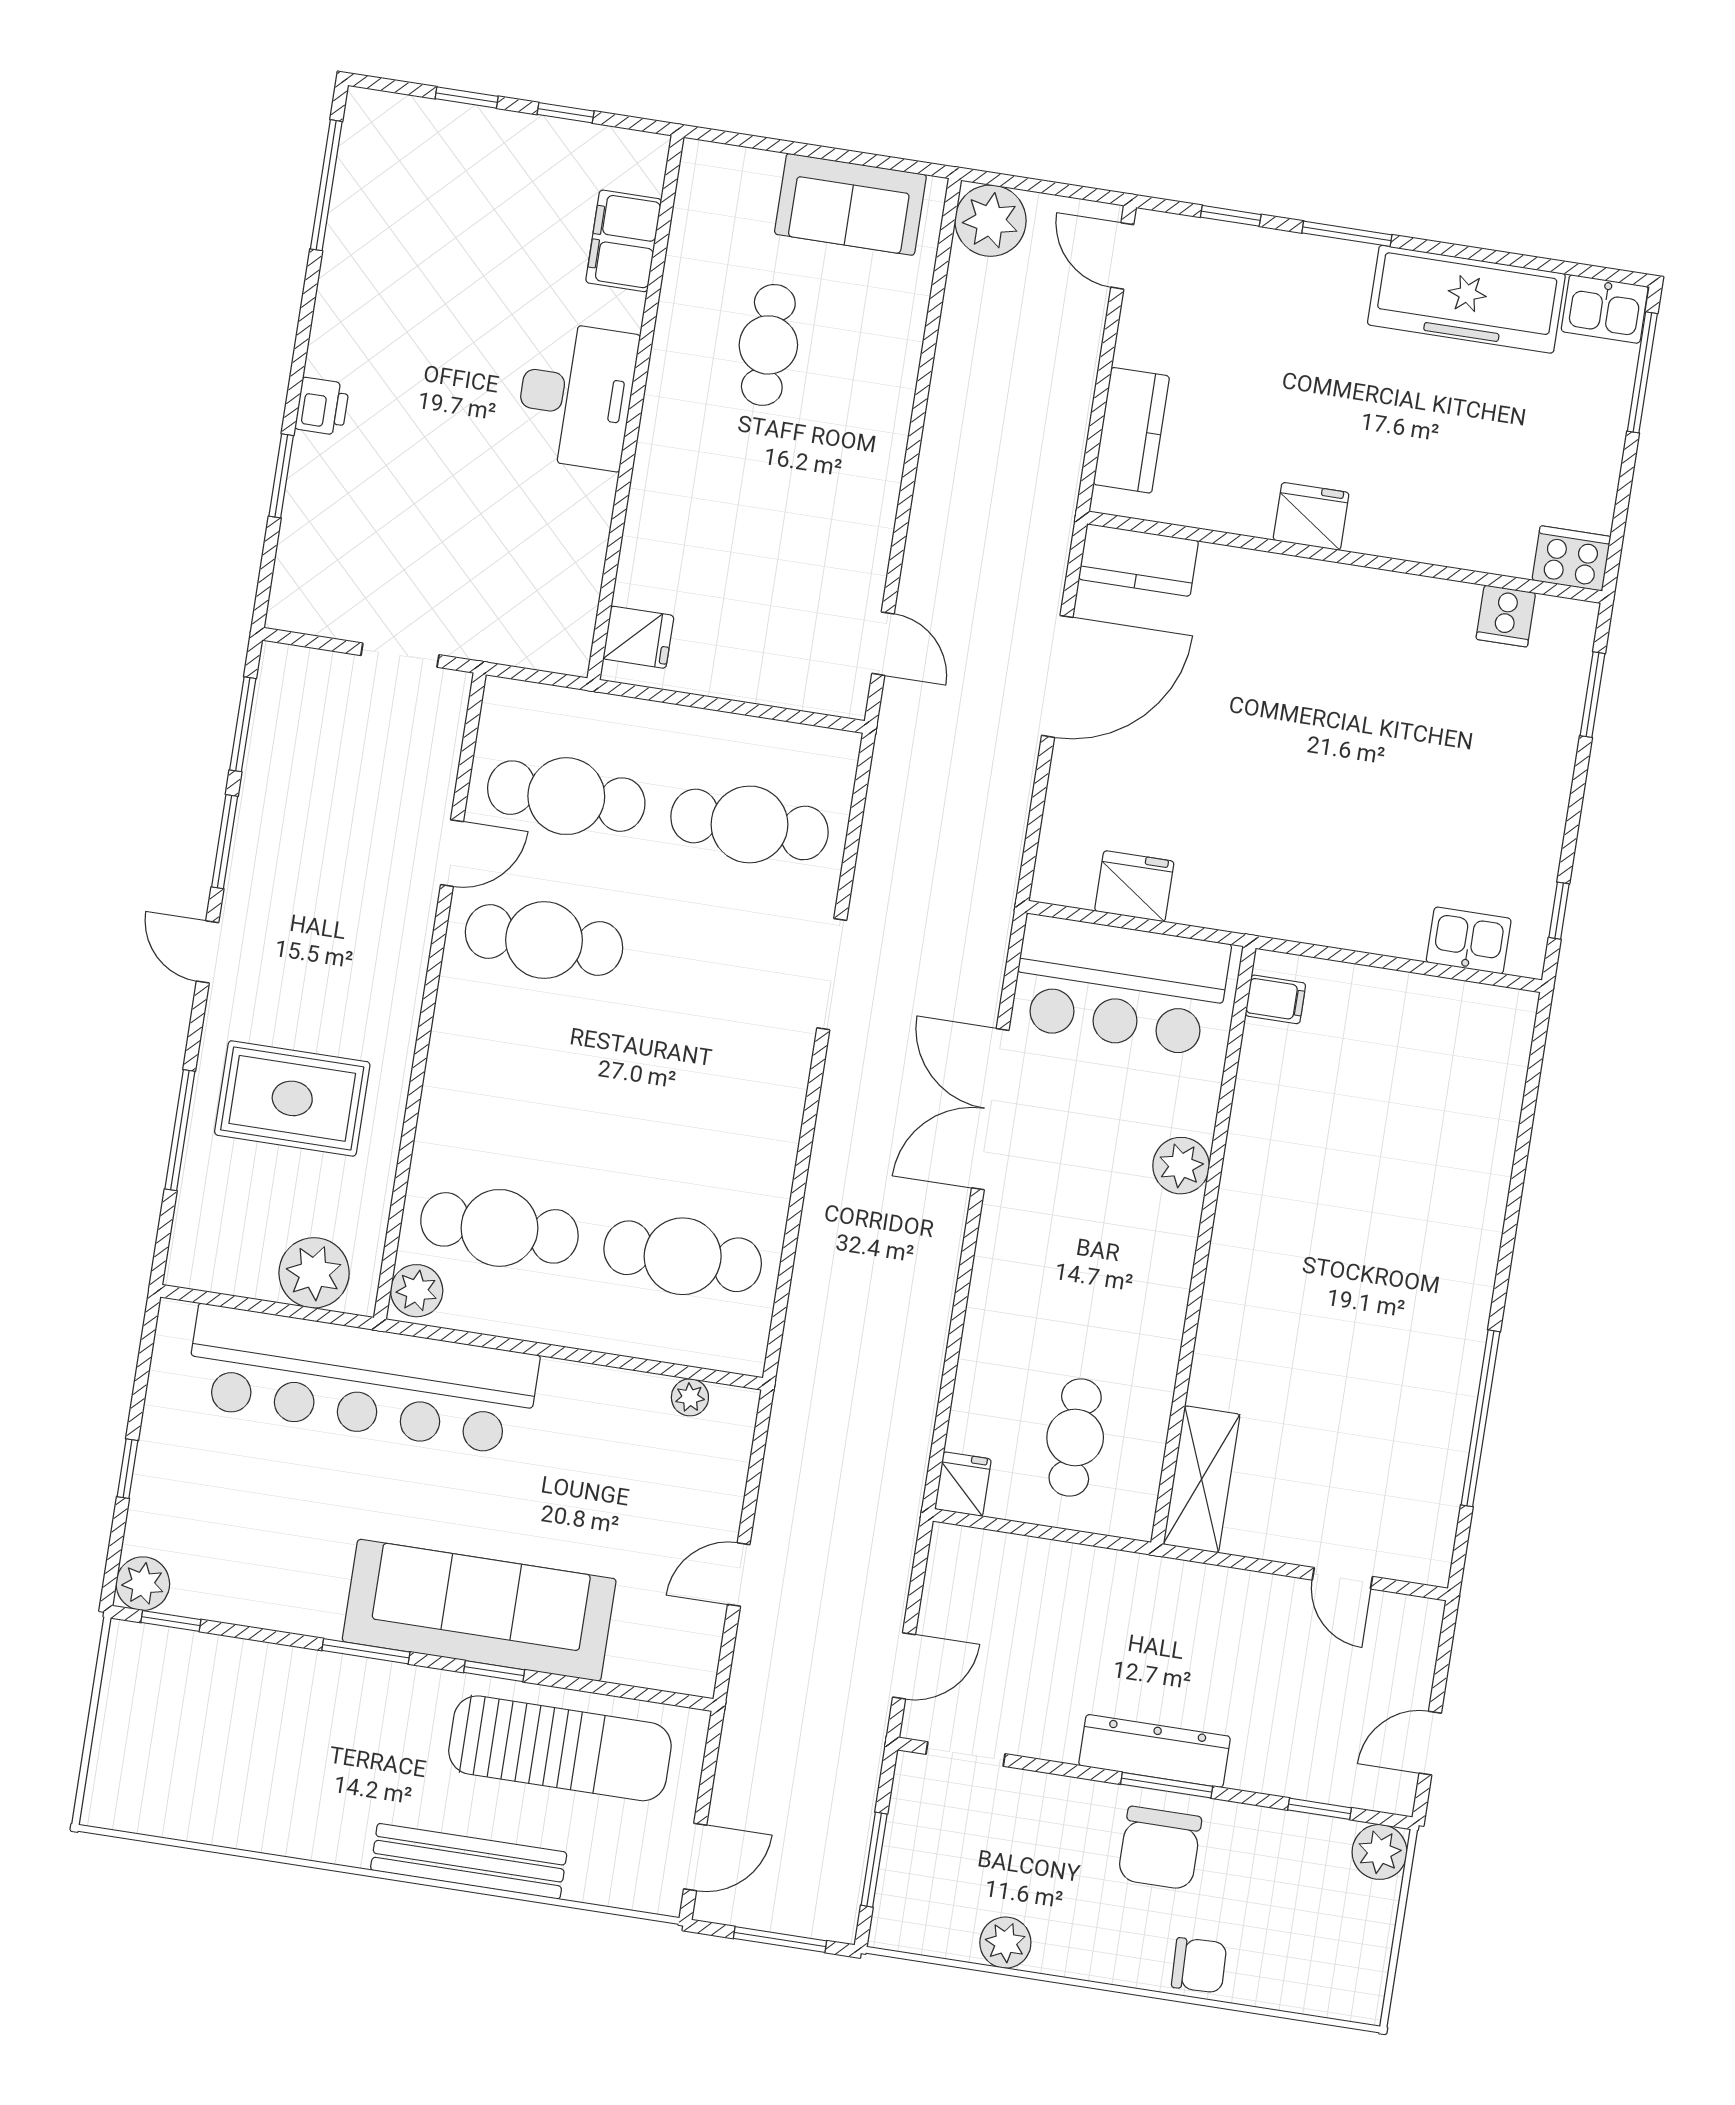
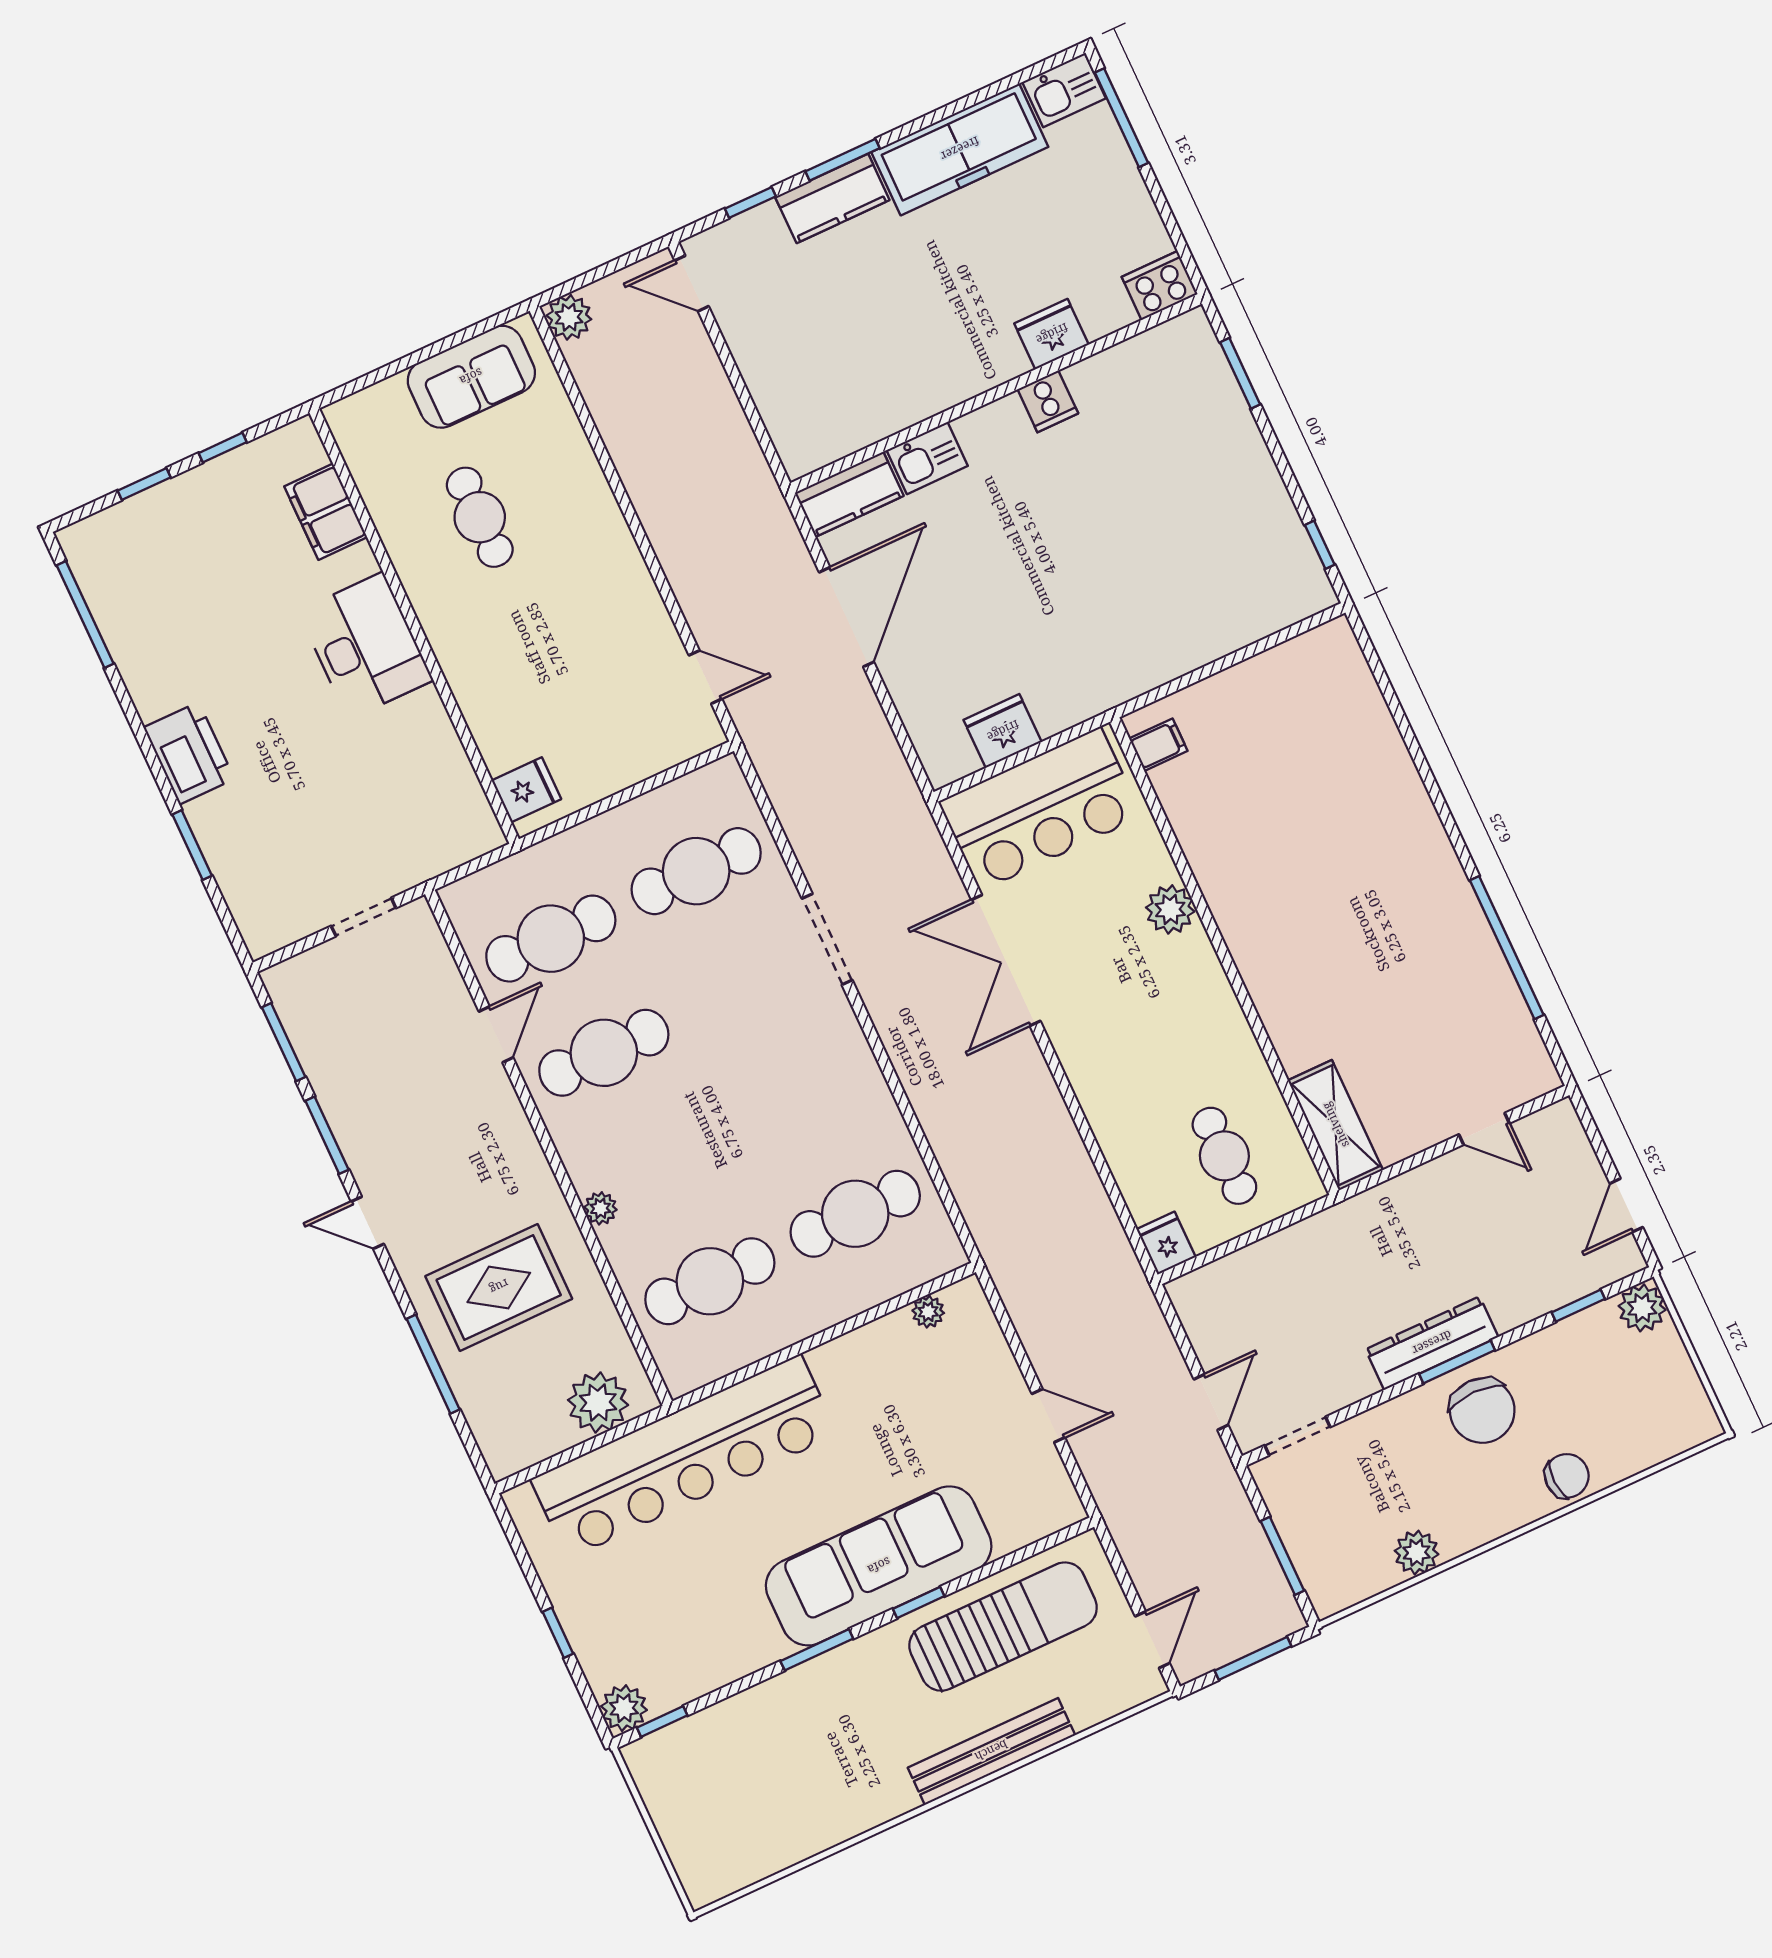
plant: (990, 221) -> (569, 317), width x0.73, depth x0.73
printer: (322, 406) -> (189, 753), width x1.87, depth x1.48
kitchen counter: (1131, 430) -> (832, 198), moved, turned 90
fridge: (1311, 516) -> (1052, 334), moved
cooker: (1506, 616) -> (1048, 401), moved
kitchen sink: (1469, 940) -> (927, 458), moved, turned 180
plant: (417, 1291) -> (600, 1208), moved, width x0.73, depth x0.73
door: (739, 1575) -> (1048, 1416), swing flipped

